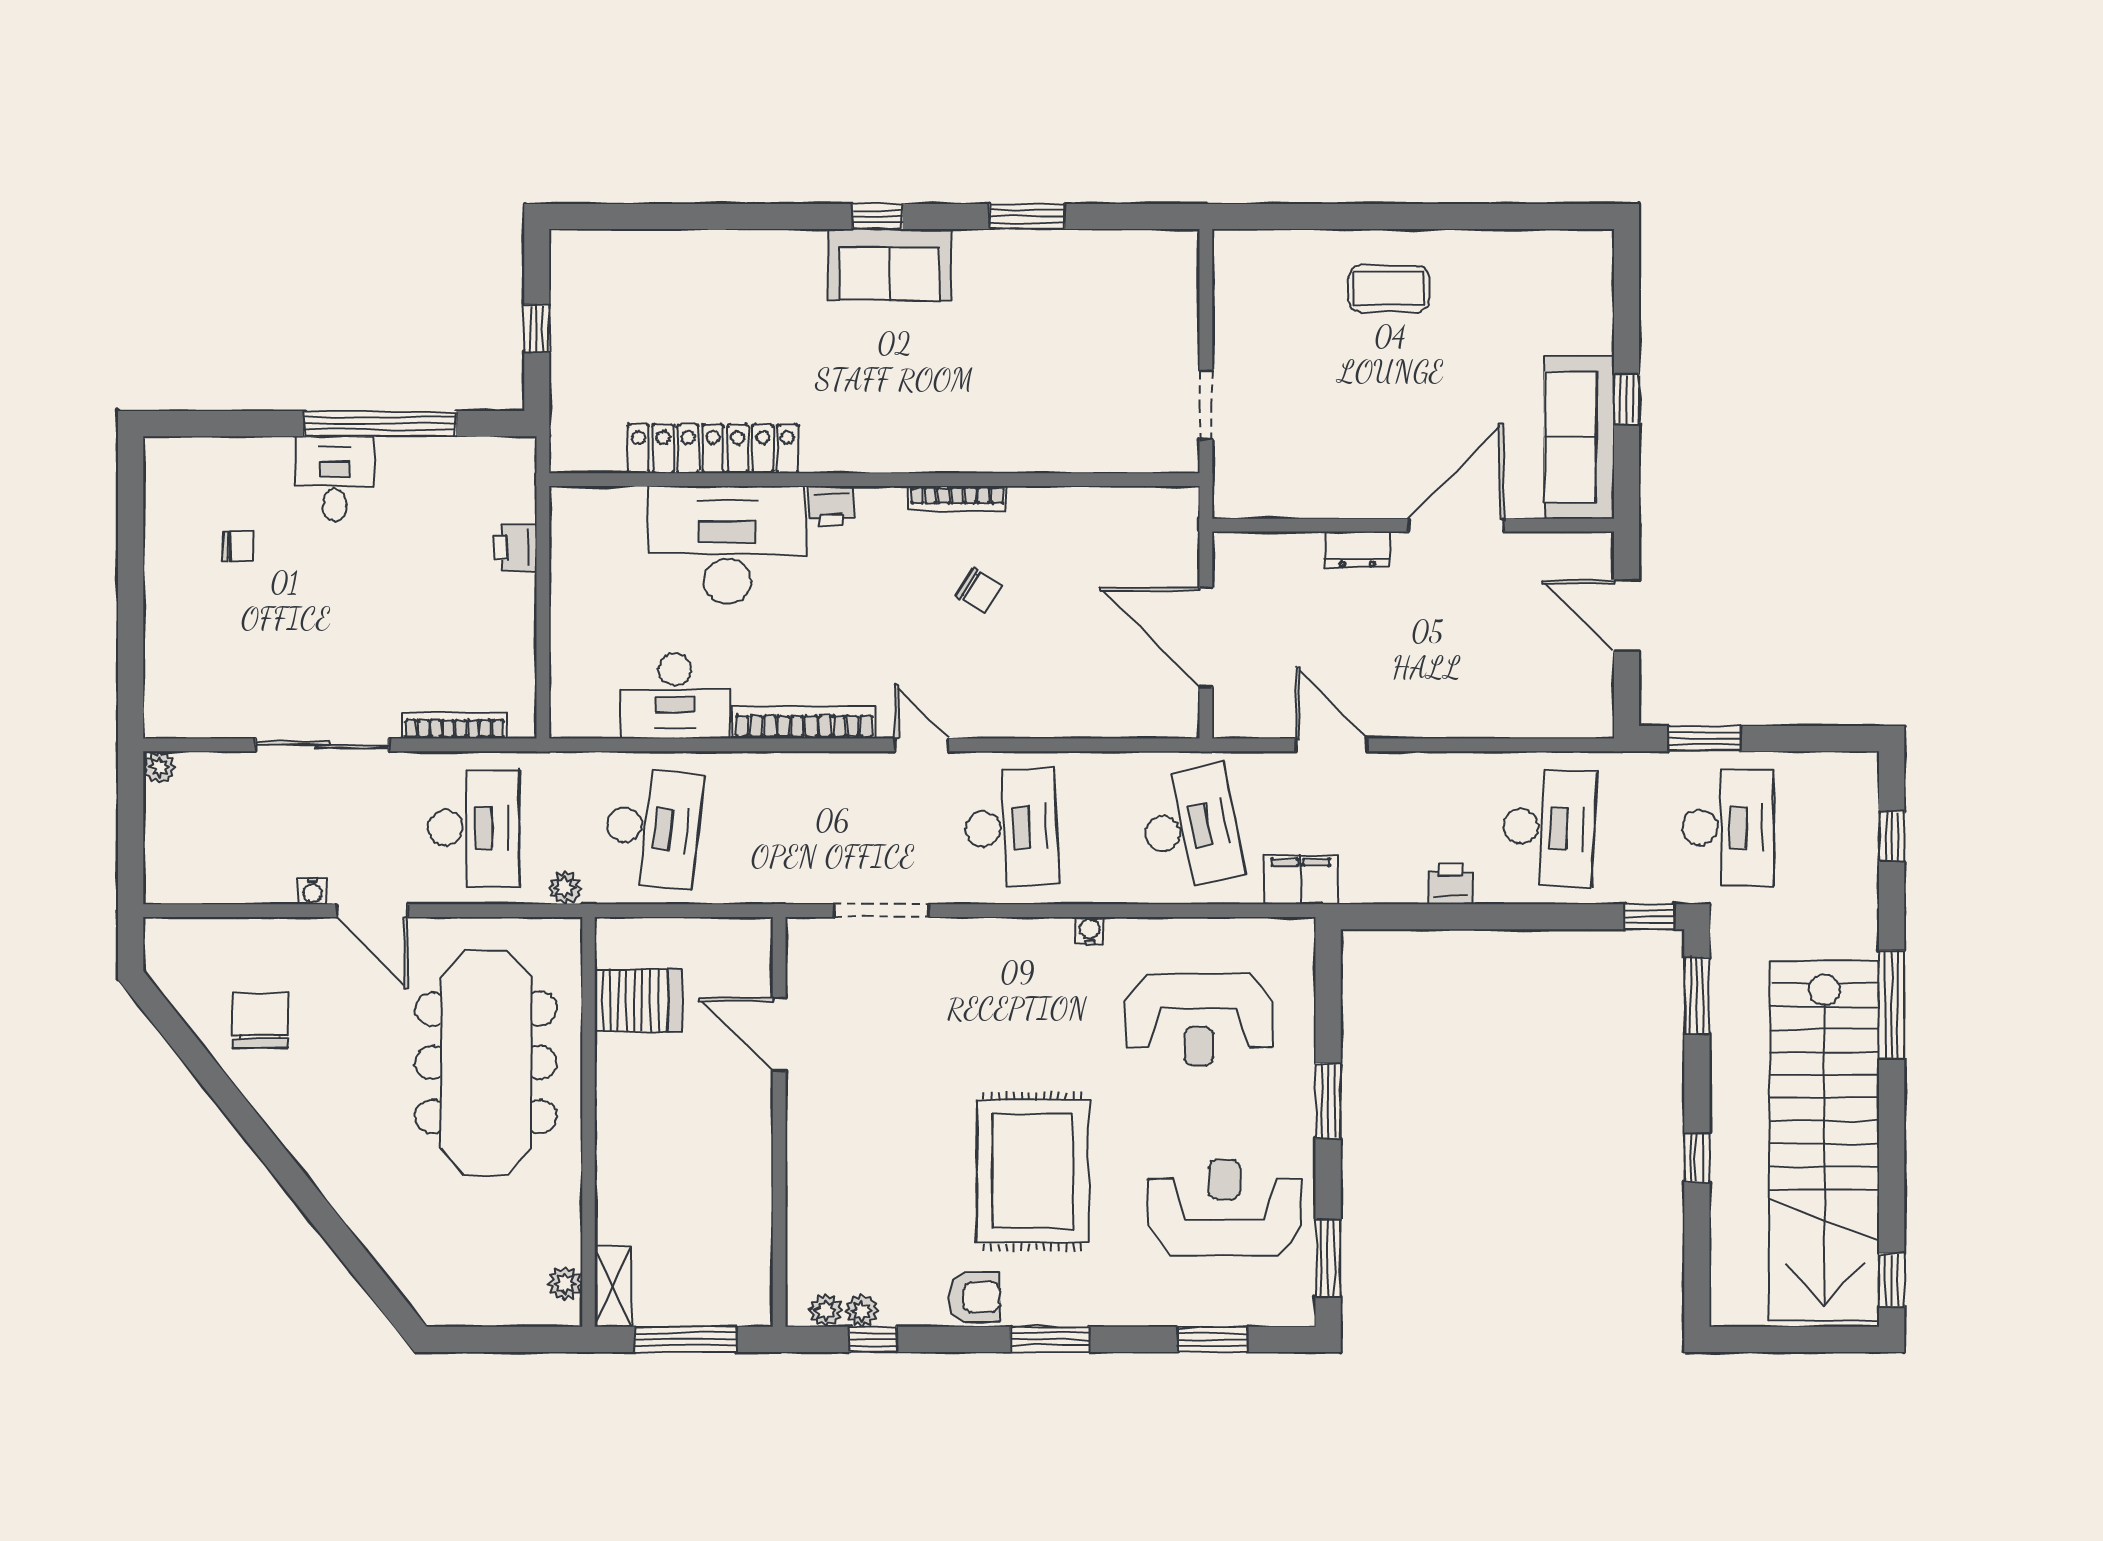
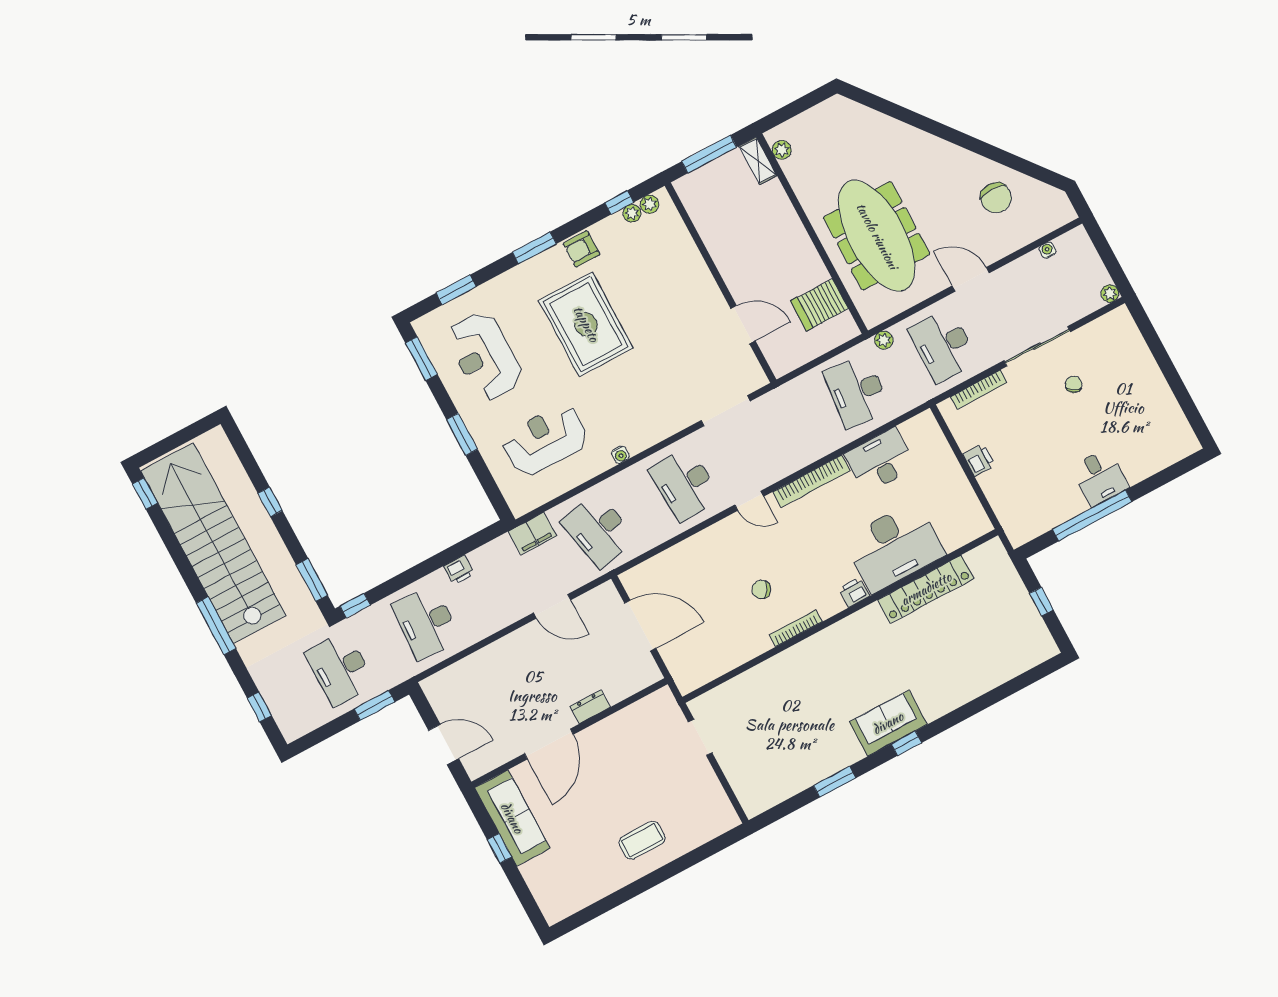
chair: (238, 546) -> (1074, 384), moved, turned 122
printer: (515, 547) -> (979, 460), moved
water cooler: (312, 891) -> (1048, 250), moved
reception desk: (1224, 1208) -> (484, 356), turned 90

